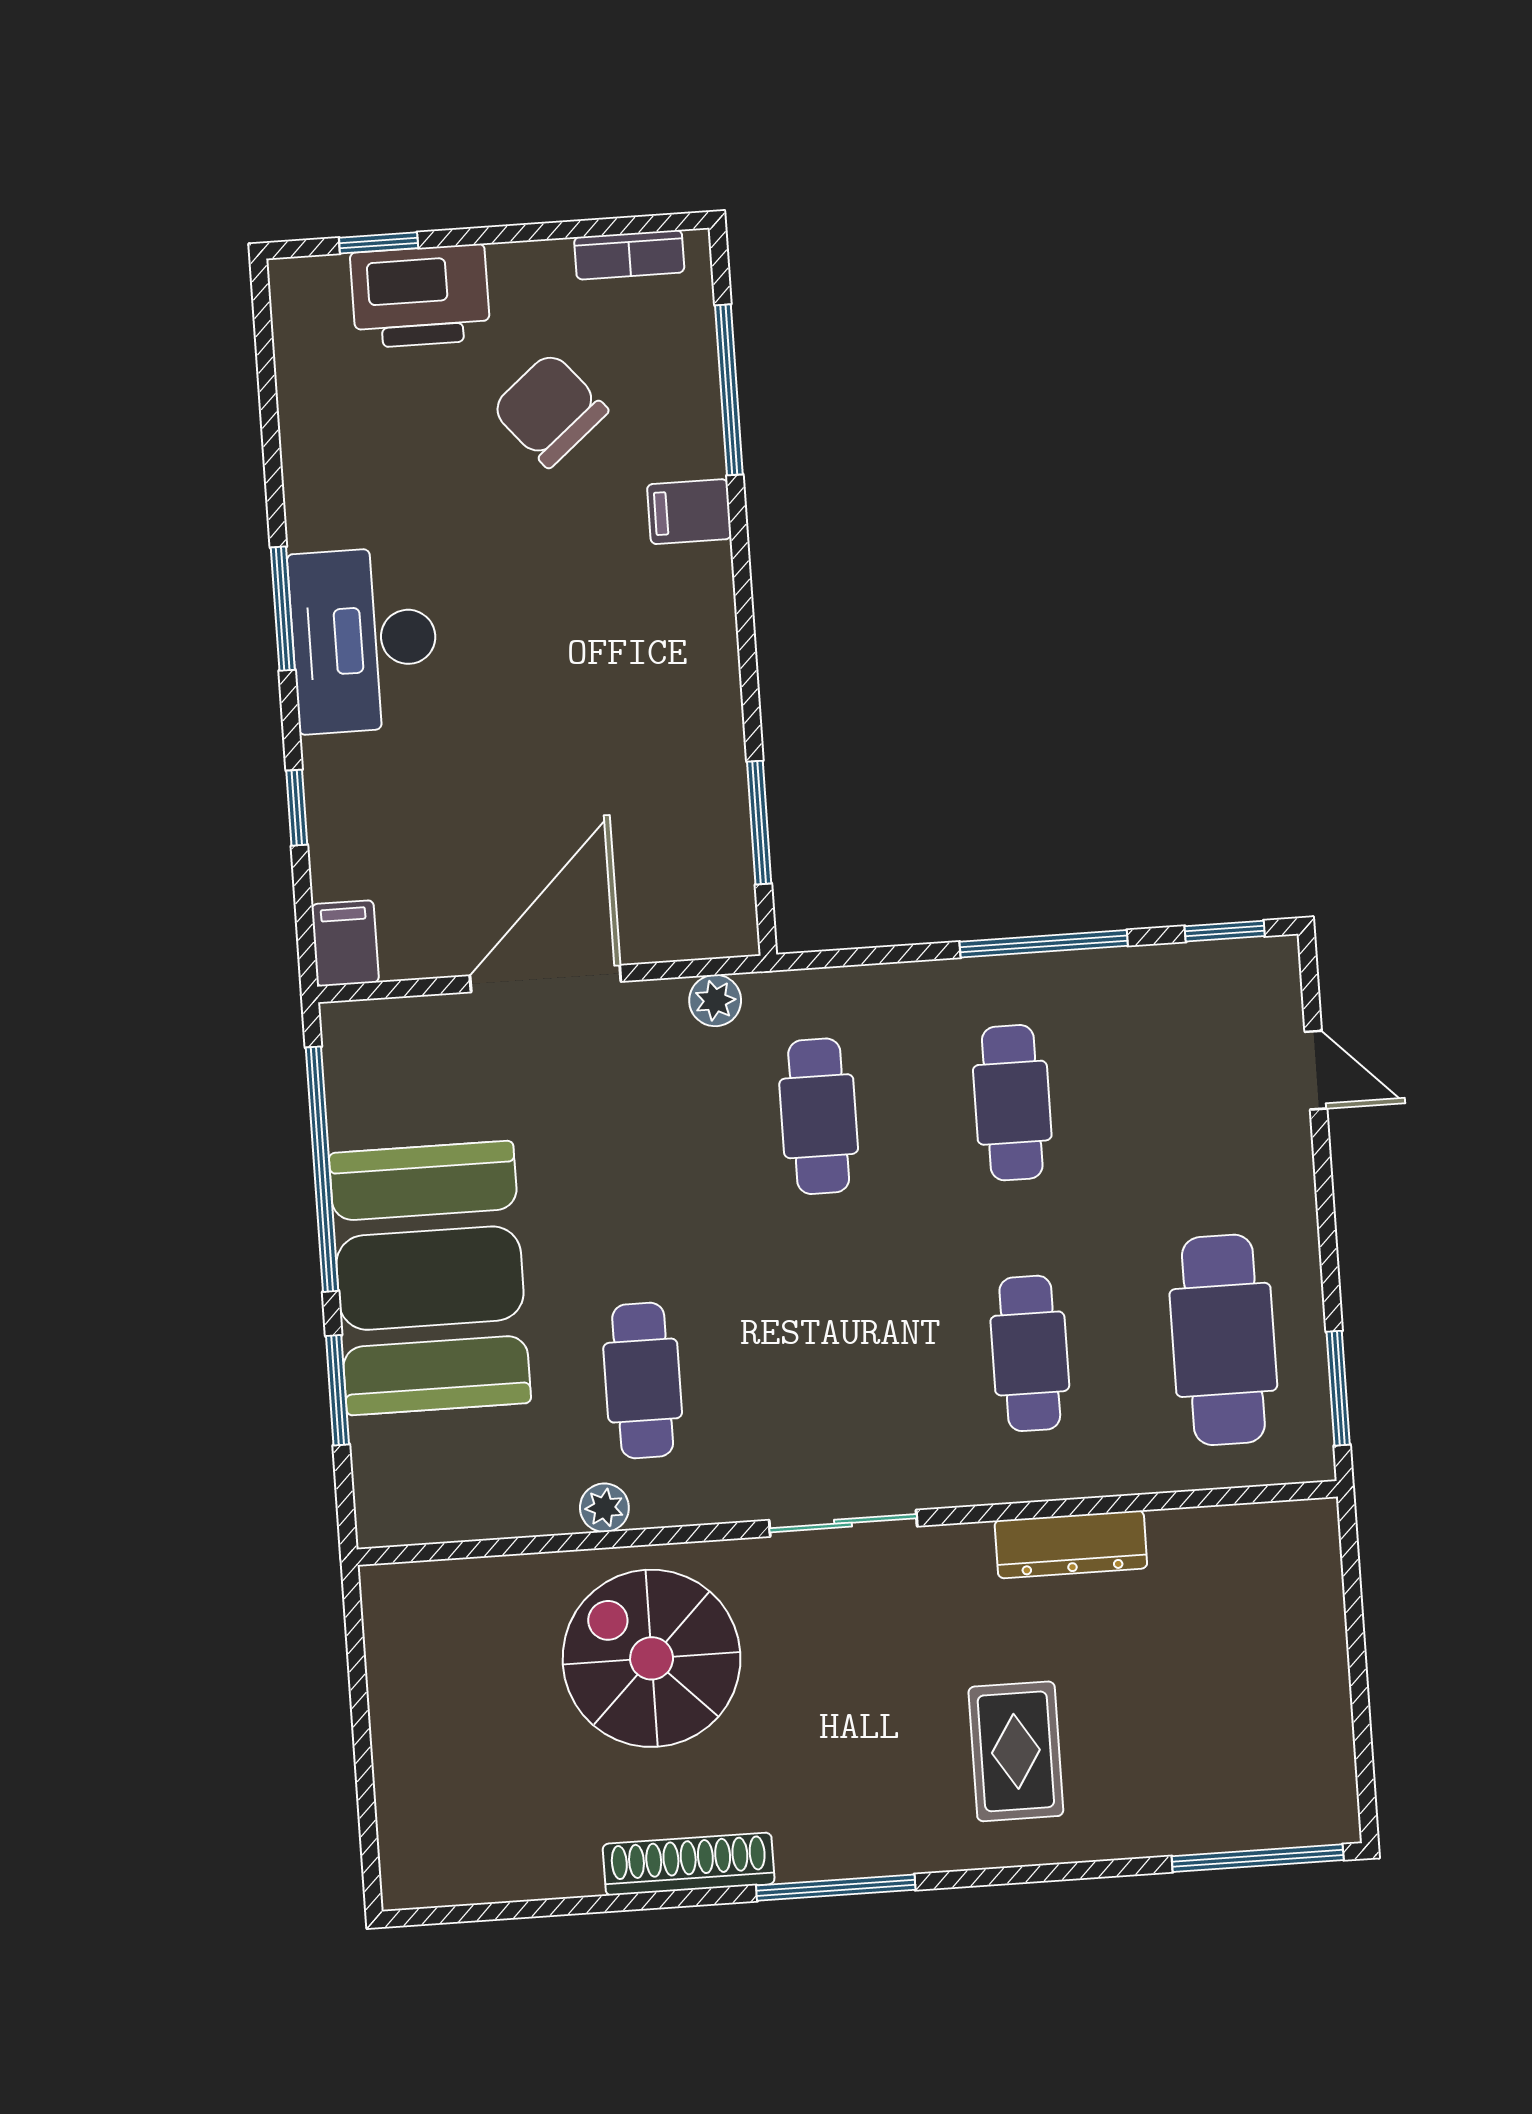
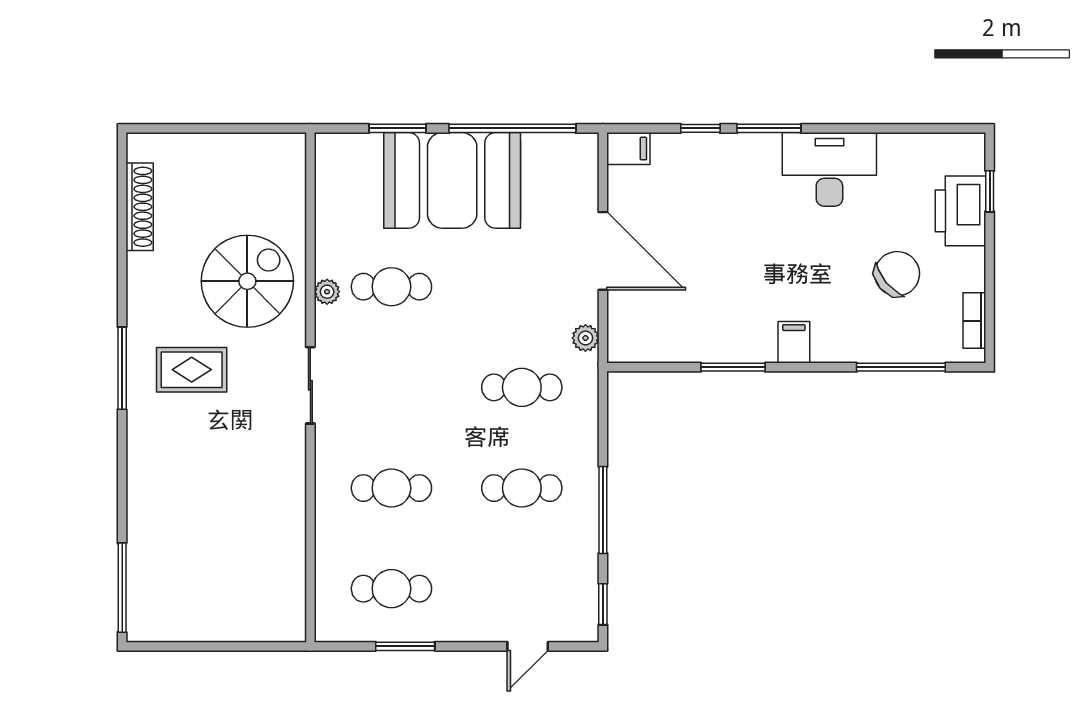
filing cabinet: (689, 512) -> (794, 342), moved
window: (283, 609) -> (769, 128), moved
desk: (364, 640) -> (829, 169), moved
window: (759, 823) -> (733, 367), moved
cafe table: (1223, 1340) -> (391, 589), width x0.73, depth x0.74
window: (1338, 1388) -> (405, 646), moved
plant: (604, 1508) -> (327, 292), moved
dresser: (1071, 1544) -> (291, 502), removed
rug: (1016, 1751) -> (192, 370), moved
shoe rack: (689, 1864) -> (140, 207), moved

